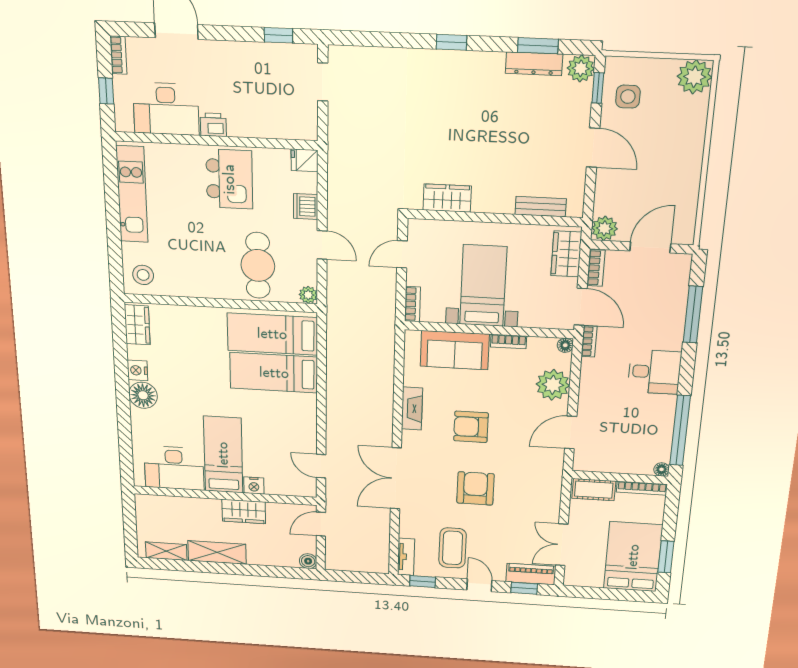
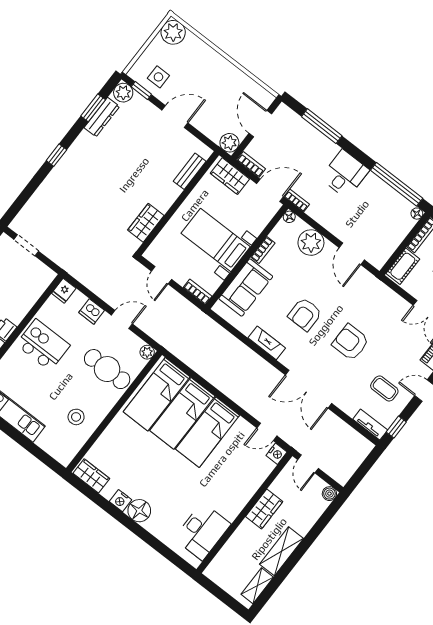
stool: (143, 275) -> (76, 417), moved
bed: (223, 455) -> (208, 432), moved, turned -90
nightstand: (254, 486) -> (277, 454), moved
coffee table: (453, 548) -> (384, 389), width x0.73, depth x0.77

